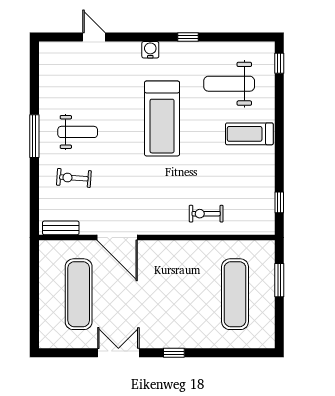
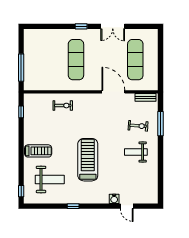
water cooler: (150, 50) -> (114, 199), moved
window: (34, 136) -> (160, 124), moved
window: (279, 280) -> (21, 68), width x1.44
exercise mat: (235, 294) -> (76, 60), moved

